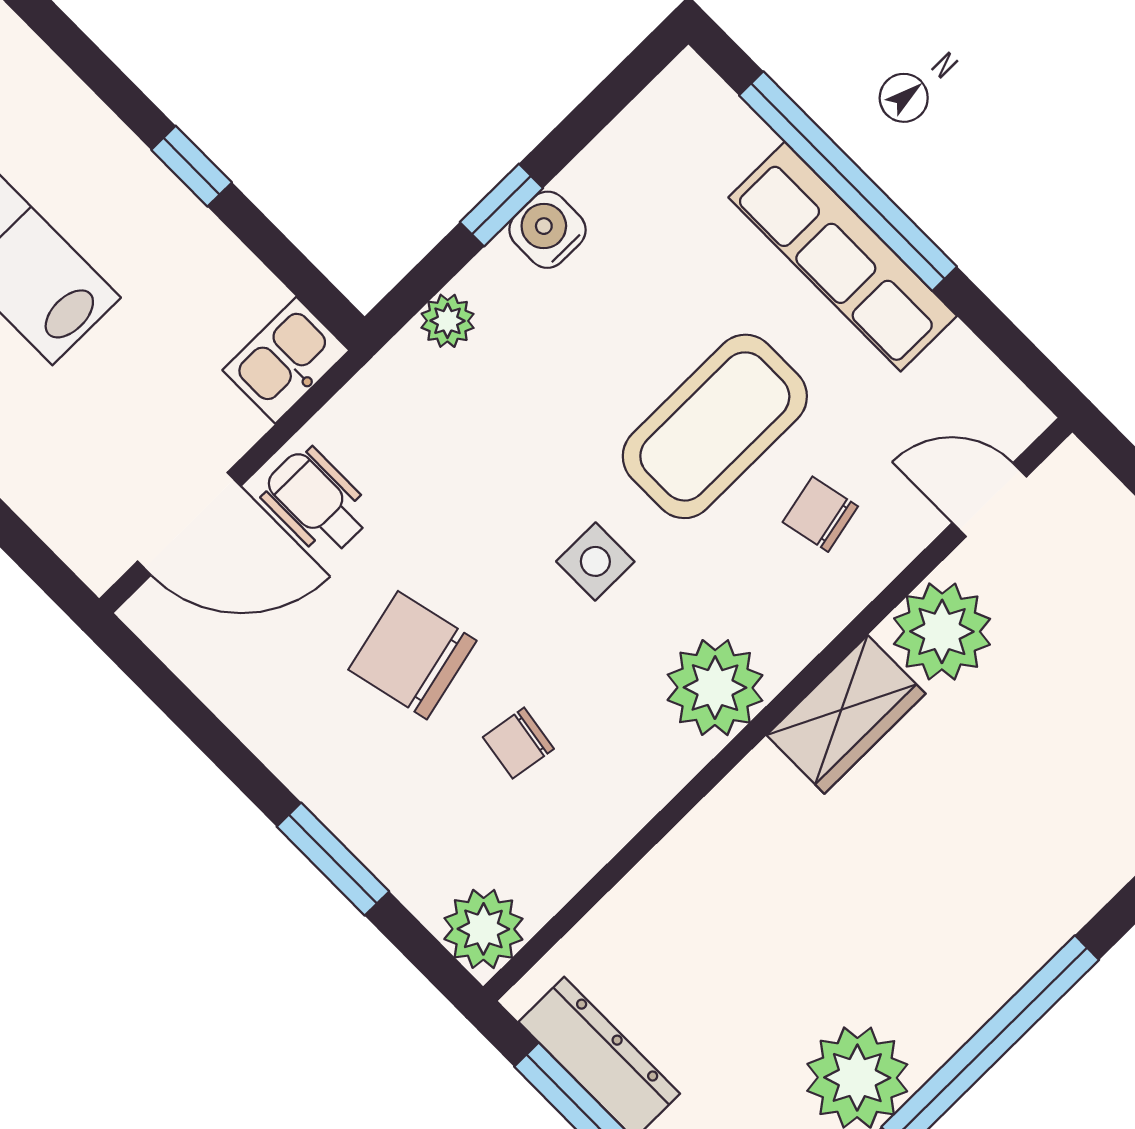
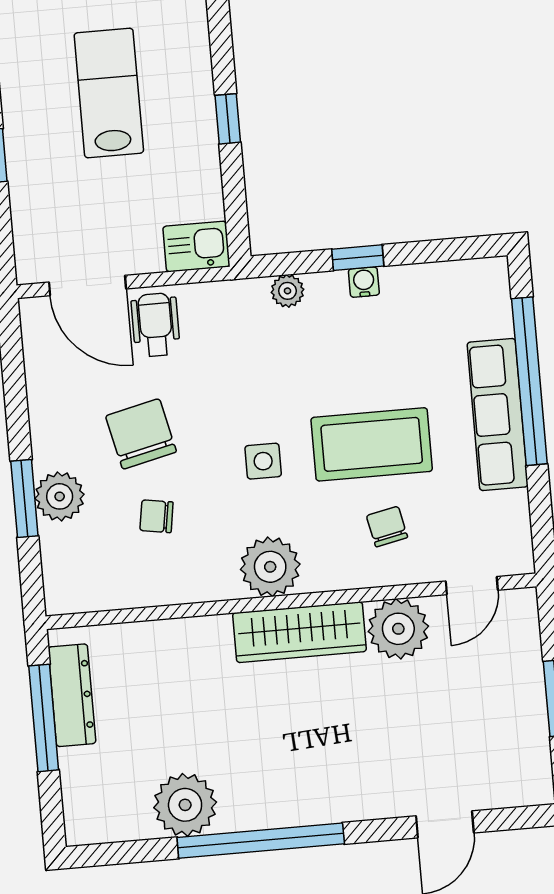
water cooler: (547, 230) -> (364, 282), width x0.72, depth x0.72
door: (989, 500) -> (472, 586), swing flipped
wardrobe: (846, 714) -> (300, 632), width x1.50
plant: (483, 929) -> (60, 496), moved

